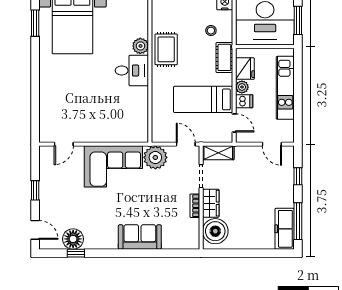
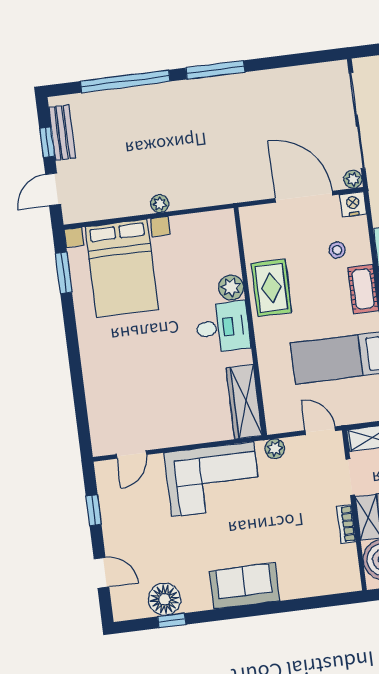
wardrobe: (140, 120) -> (244, 402), added
plant: (155, 157) -> (275, 449), width x0.53, depth x0.53
window: (35, 190) -> (94, 510), moved
door: (35, 230) -> (102, 573), moved
sofa: (140, 237) -> (245, 586), moved

